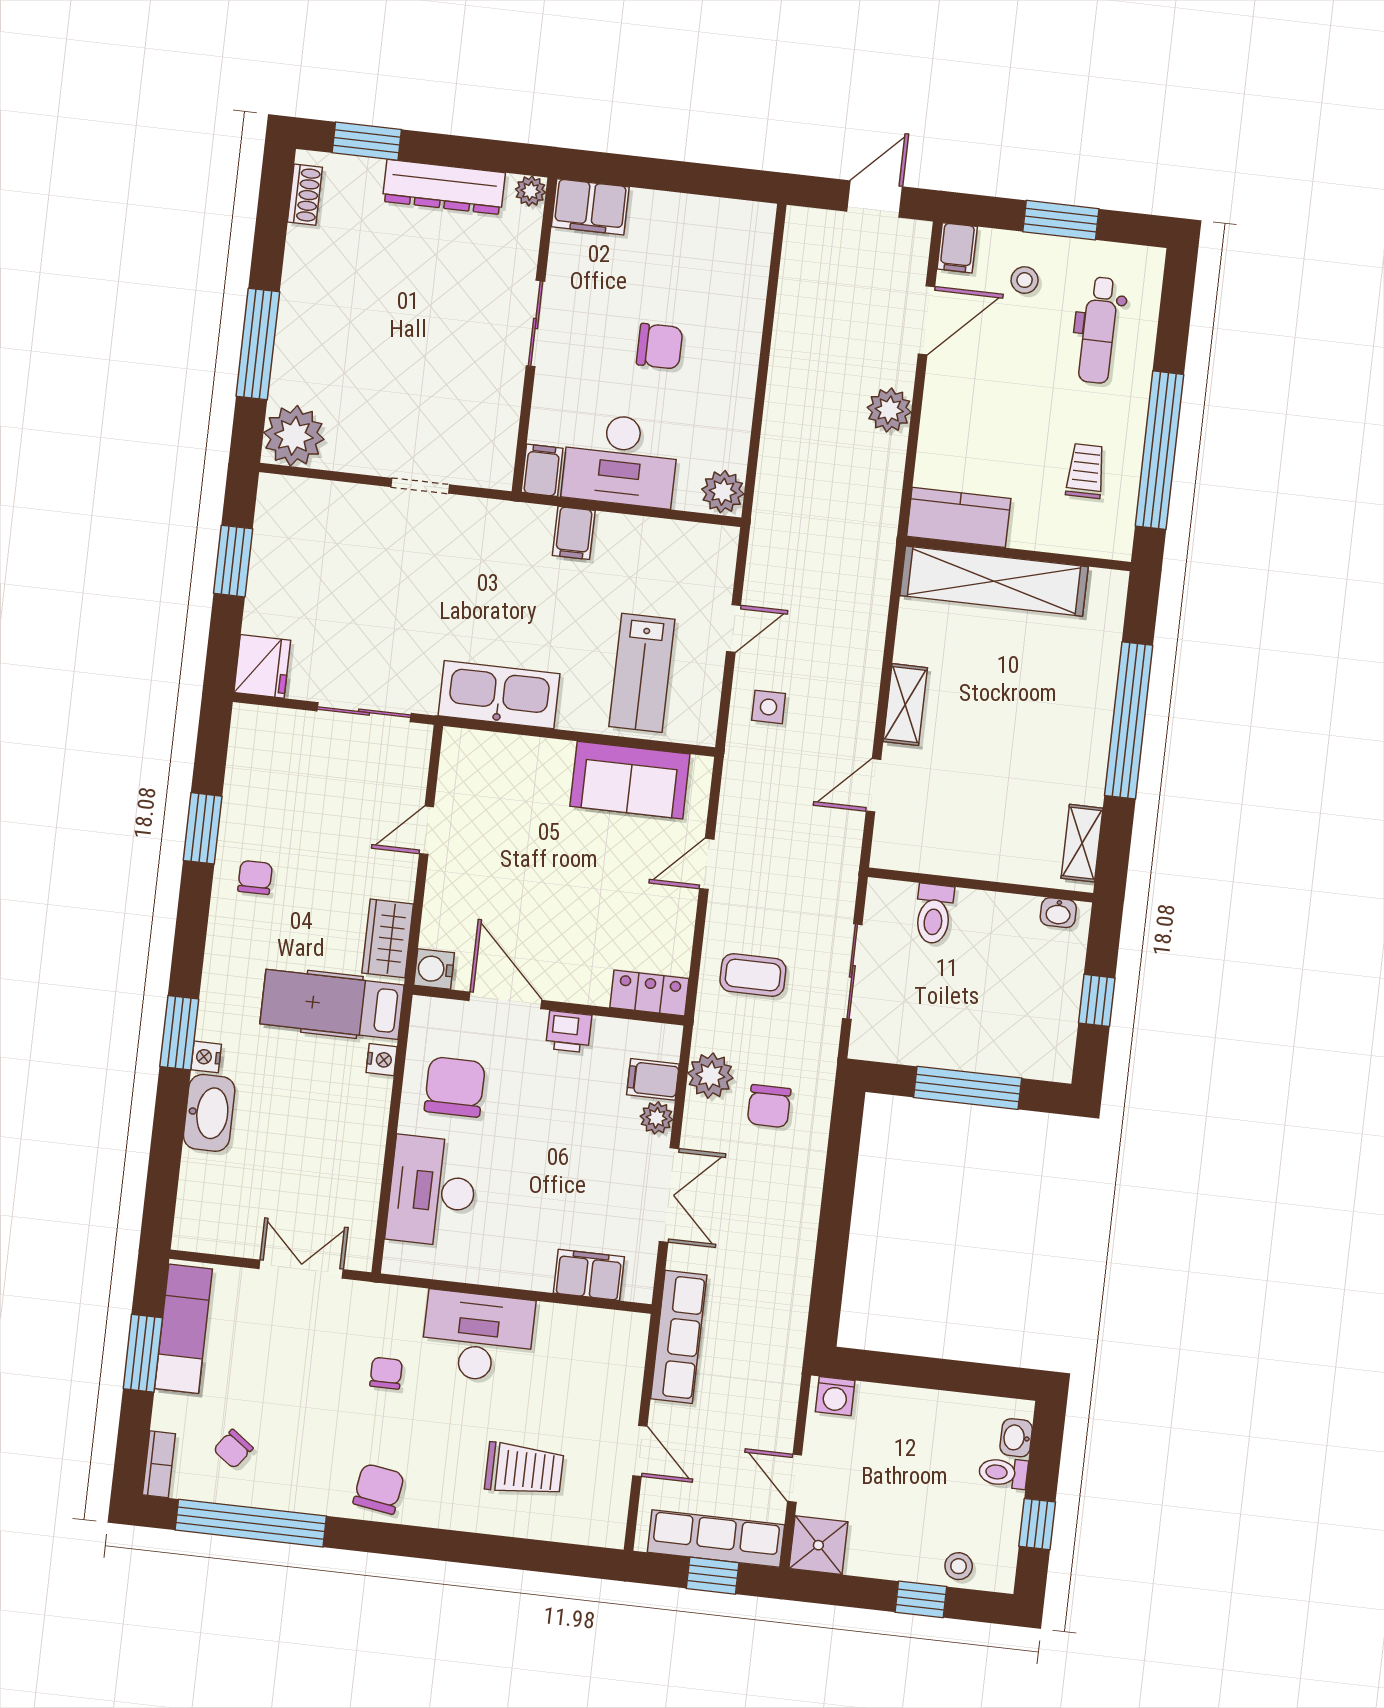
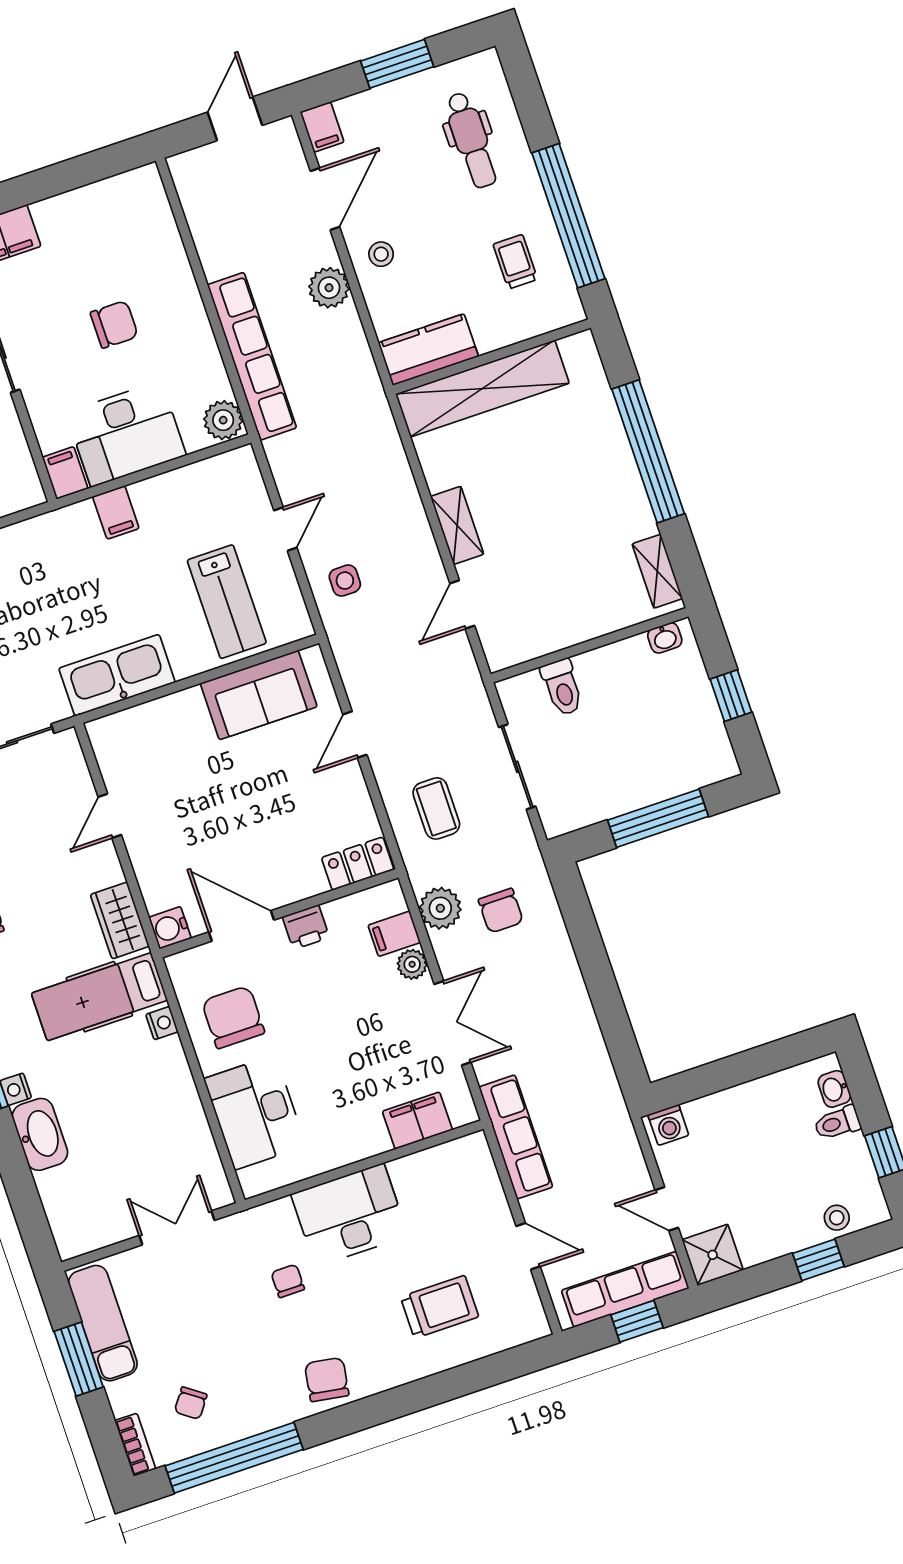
stool: (1025, 280) -> (381, 254), moved
row of seats: (781, 442) -> (252, 356), added
coffee table: (753, 975) -> (436, 808), turned 90

